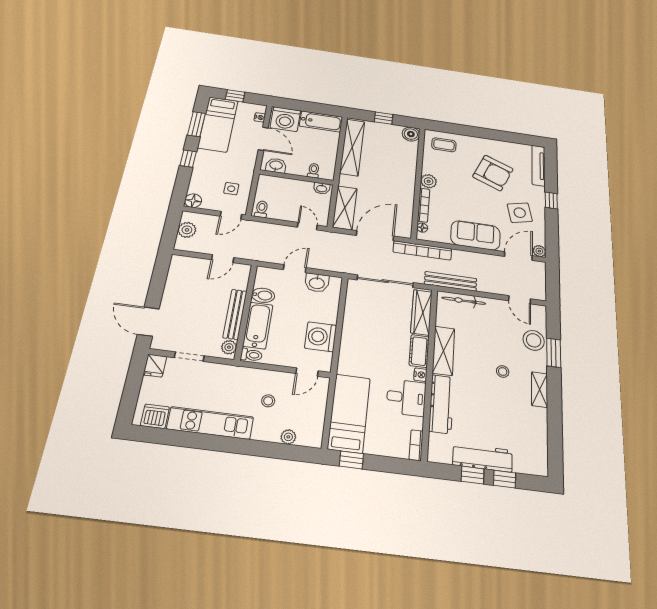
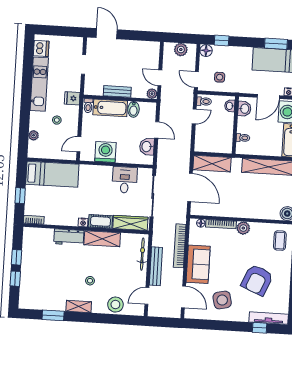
window: (188, 159) -> (222, 41), moved
washbasin: (322, 188) -> (230, 106), moved
window: (551, 200) -> (260, 328), moved
door: (307, 226) -> (194, 116), moved
bookcase: (422, 250) -> (180, 246), moved
plant: (539, 251) -> (189, 314), removed
bench: (451, 281) -> (156, 266), moved
bench: (235, 314) -> (117, 91), width x0.73
door: (148, 322) -> (107, 34), hinge flipped
plant: (229, 347) -> (152, 94), moved
window: (554, 353) -> (53, 315), moved
fridge: (155, 366) -> (72, 98), moved
door: (307, 372) -> (79, 144), hinge flipped
desk: (406, 398) -> (125, 180), moved, turned 180
workbench: (441, 404) -> (69, 237), width x0.73
workbench: (483, 458) -> (28, 264), removed
window: (351, 460) -> (20, 196), moved

